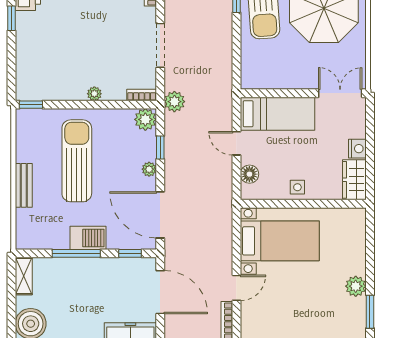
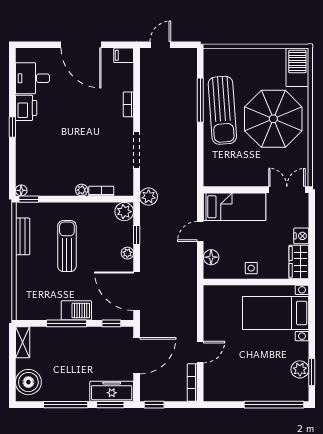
floor lamp: (22, 94) -> (21, 190), added
bookcase: (142, 95) -> (101, 191), moved
door: (236, 143) -> (200, 232), hinge flipped
sun lounger: (77, 161) -> (67, 246), width x0.73, depth x0.75
bench: (24, 185) -> (23, 236), moved
bed with nightstands: (280, 241) -> (276, 313), moved, turned 180
plant: (356, 286) -> (300, 369), moved
door: (160, 292) -> (137, 356), hinge flipped

